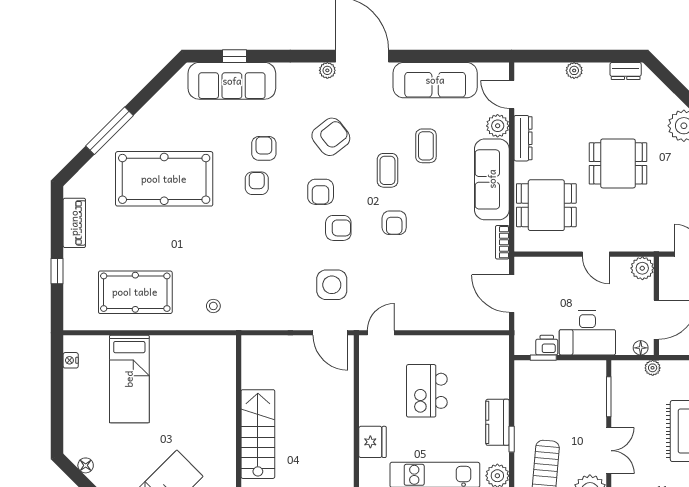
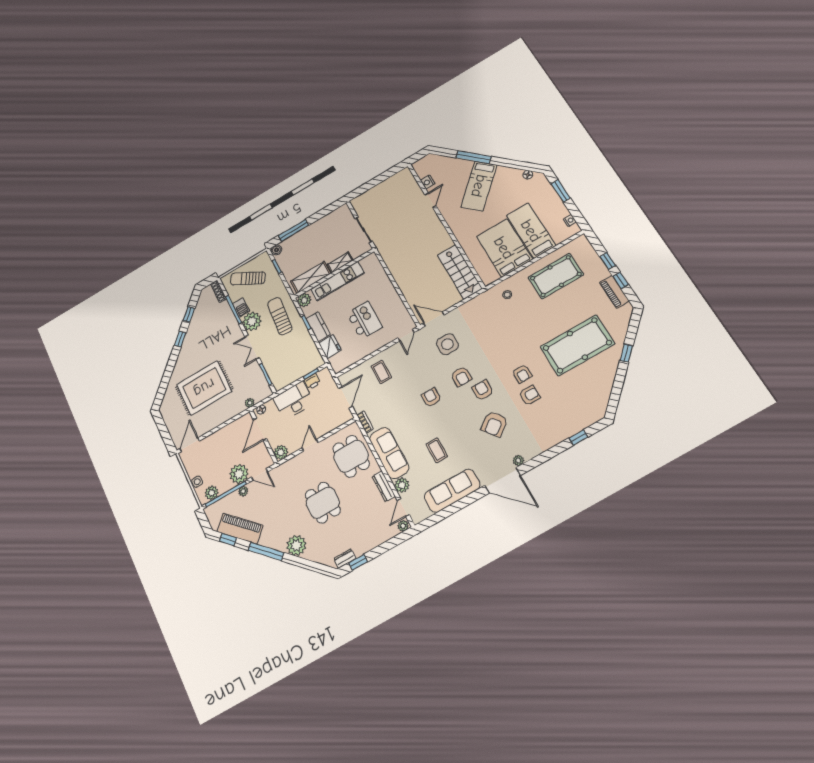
window: (610, 56) -> (358, 562), added
plant: (574, 70) -> (403, 526), moved
sofa: (232, 81) -> (571, 422), removed
door: (512, 94) -> (403, 508), swing flipped
window: (110, 131) -> (626, 353), width x0.46
armchair: (264, 148) -> (530, 395), turned -90
dining table: (618, 163) -> (323, 503), turned 90
coffee table: (387, 170) -> (381, 372), moved
dining table: (546, 205) -> (351, 456), turned 90
armchair: (338, 228) -> (461, 376), turned -90
window: (57, 234) -> (621, 280), added
door: (596, 254) -> (310, 445), hinge flipped
door: (512, 294) -> (345, 397), hinge flipped
bed: (179, 377) -> (504, 248), added
window: (57, 412) -> (561, 191), added
stairs: (258, 434) -> (460, 272), moved
fridge: (372, 442) -> (330, 346), moved, turned 180

